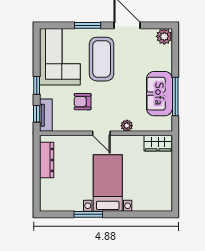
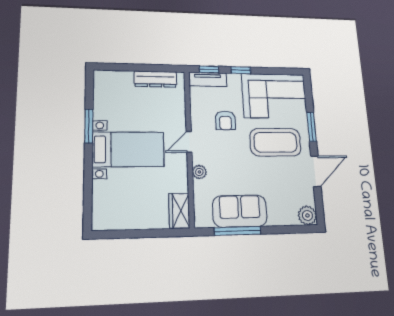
armchair: (83, 102) -> (225, 120), turned 180

